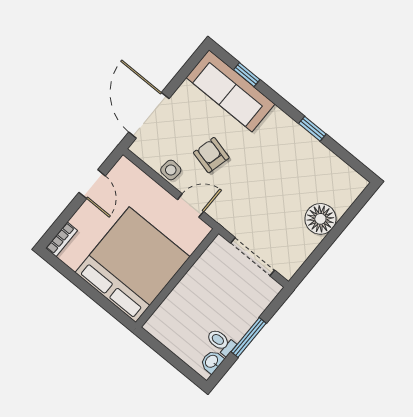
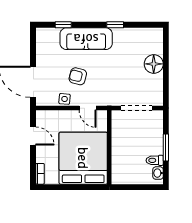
sofa: (230, 91) -> (86, 39), moved
door: (191, 206) -> (88, 108), swing flipped

